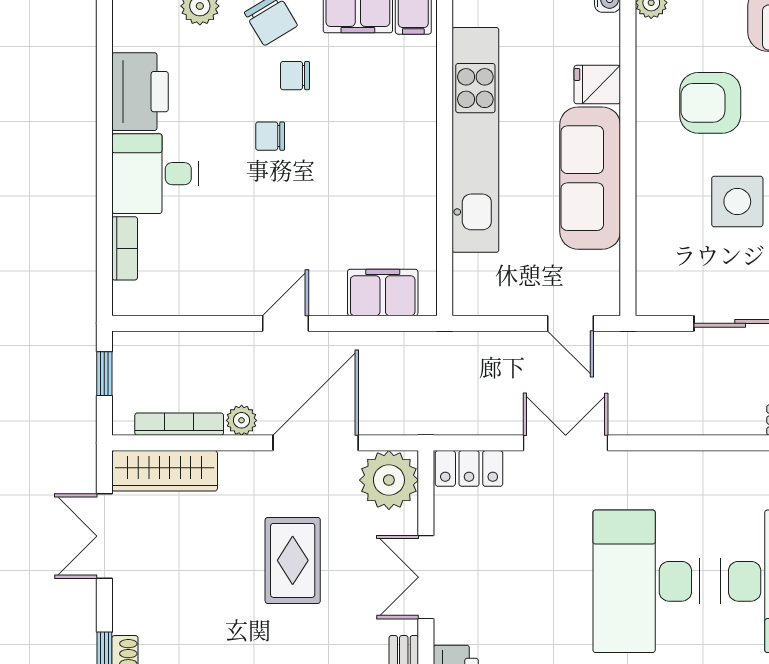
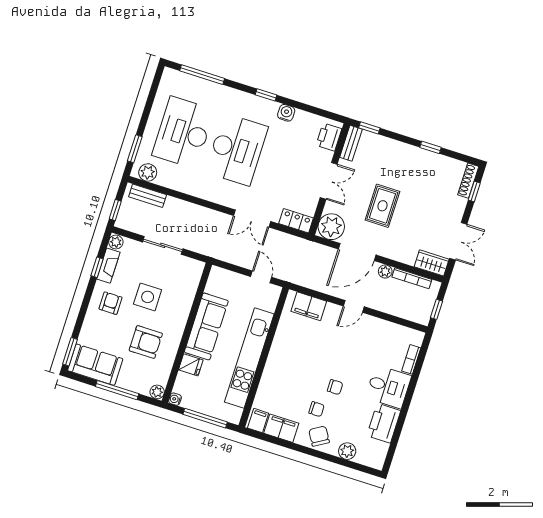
door: (571, 323) -> (261, 277), moved
wardrobe: (165, 471) -> (432, 263), width x0.67

